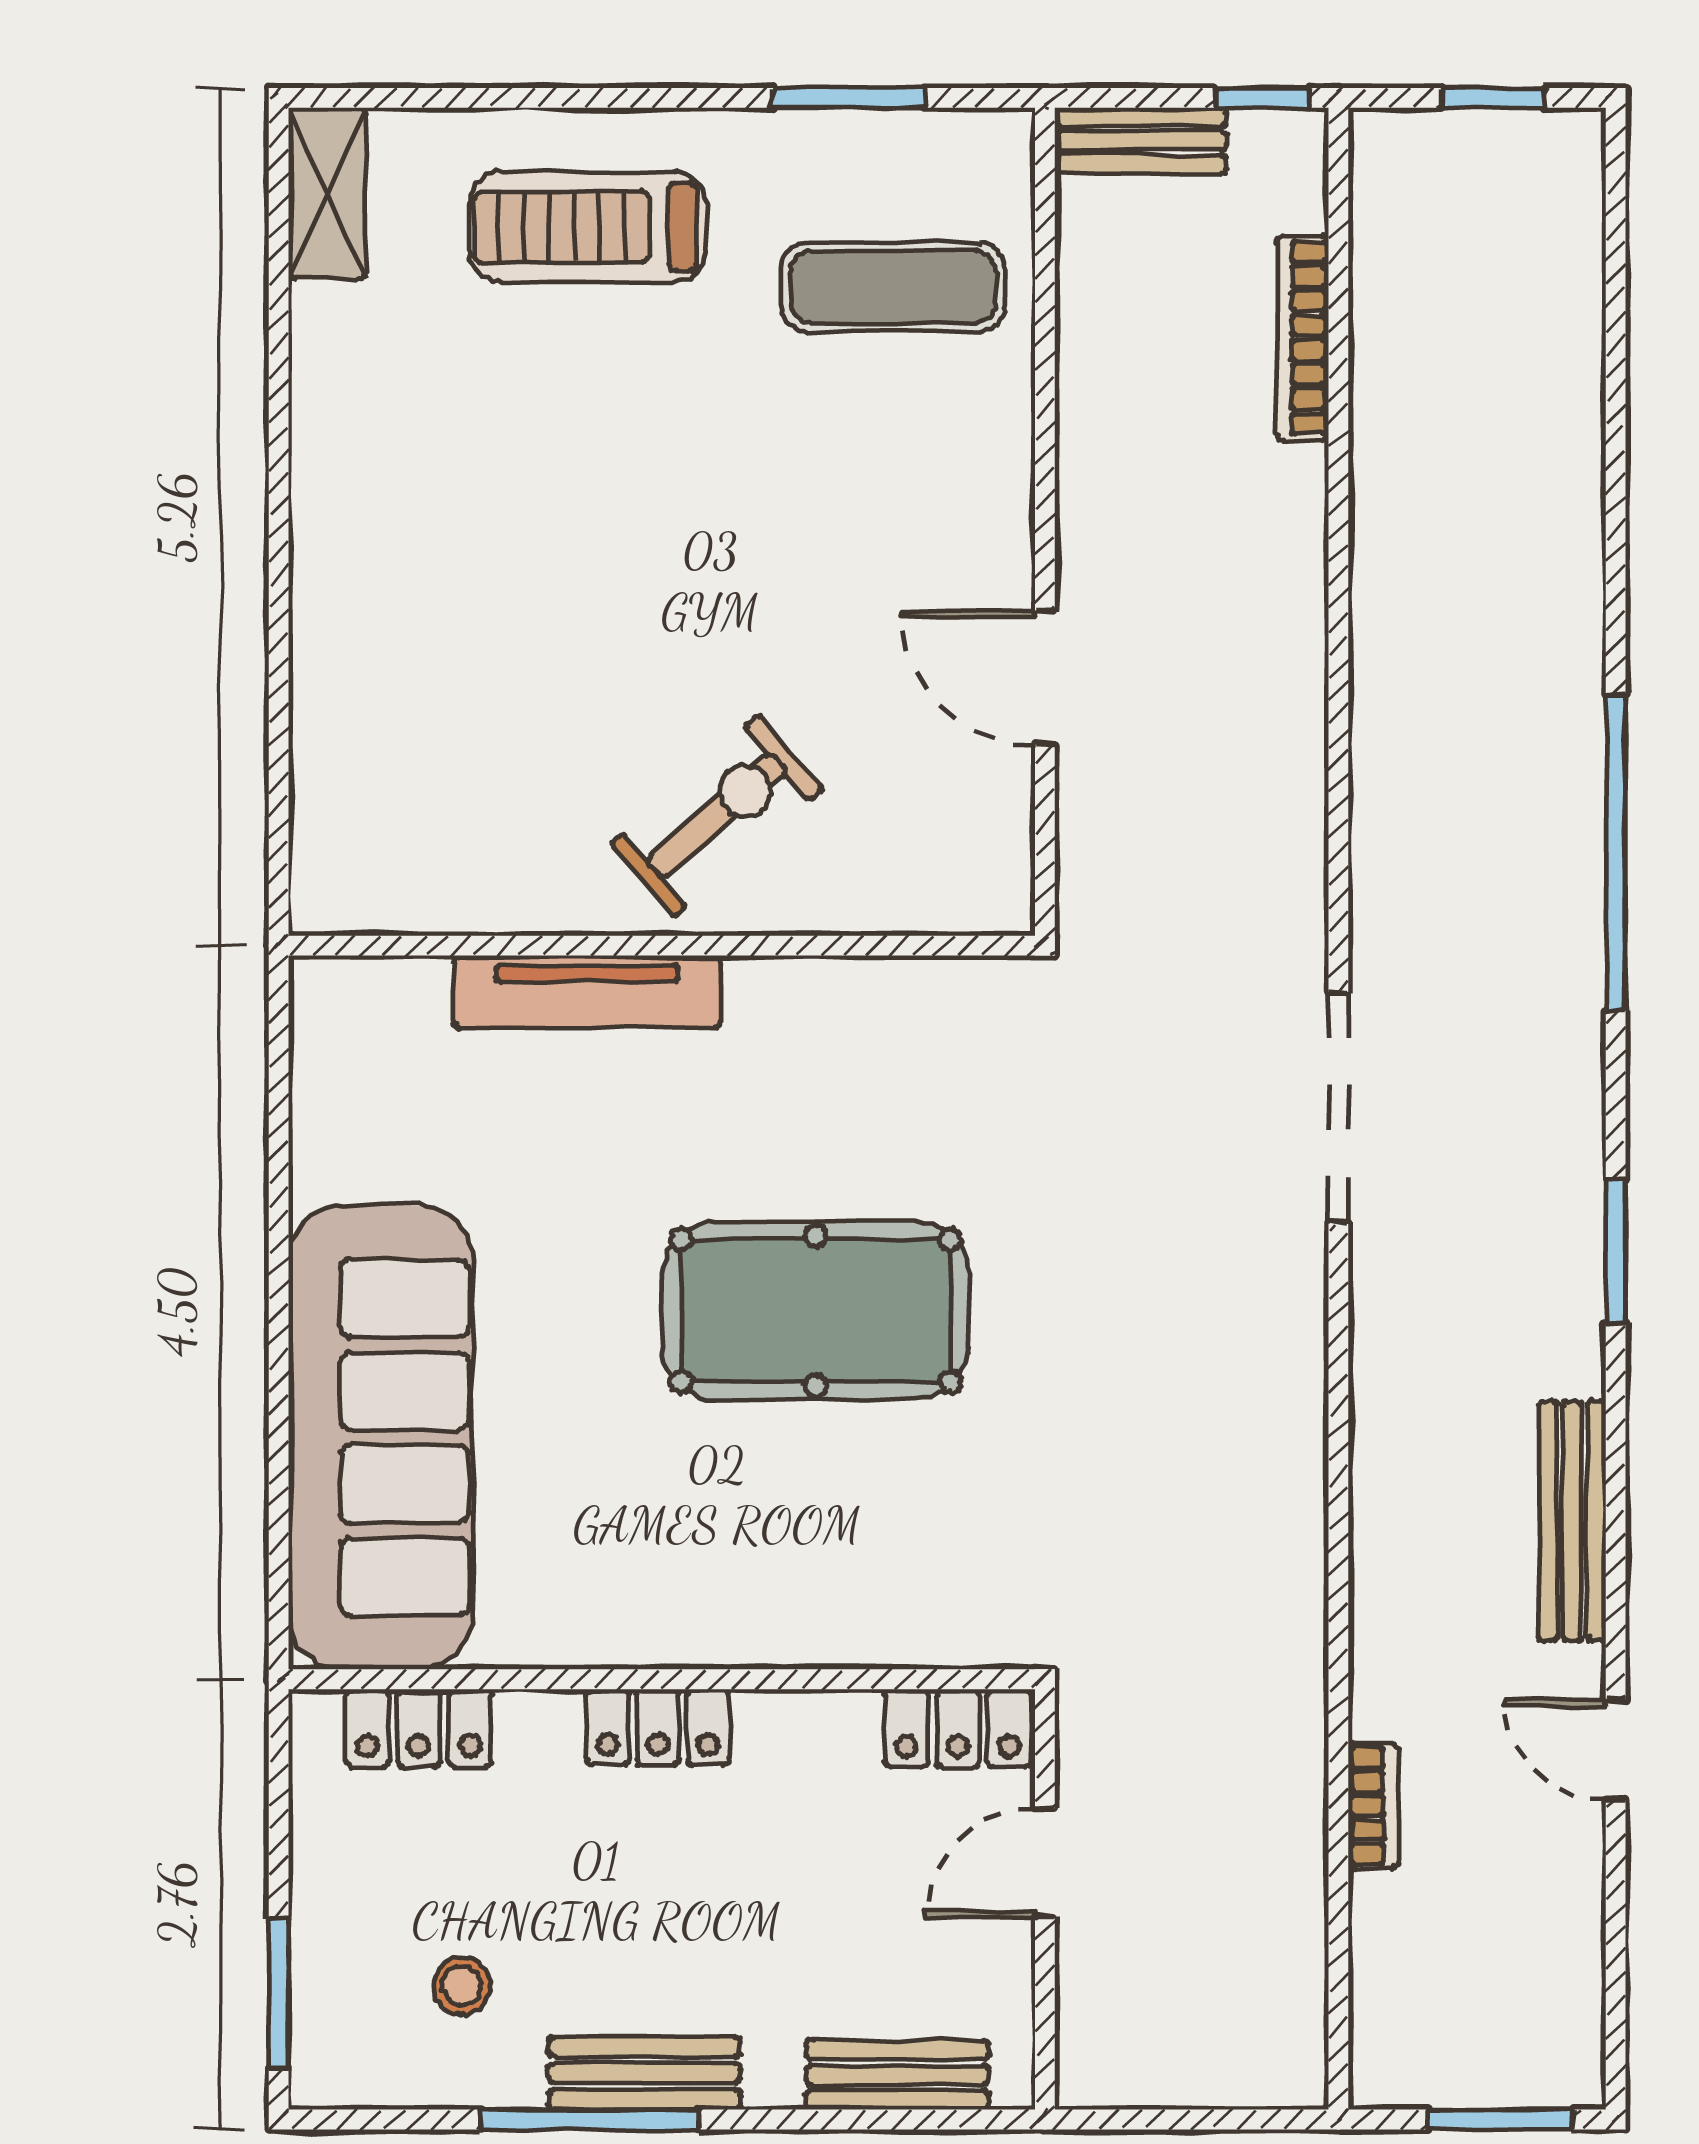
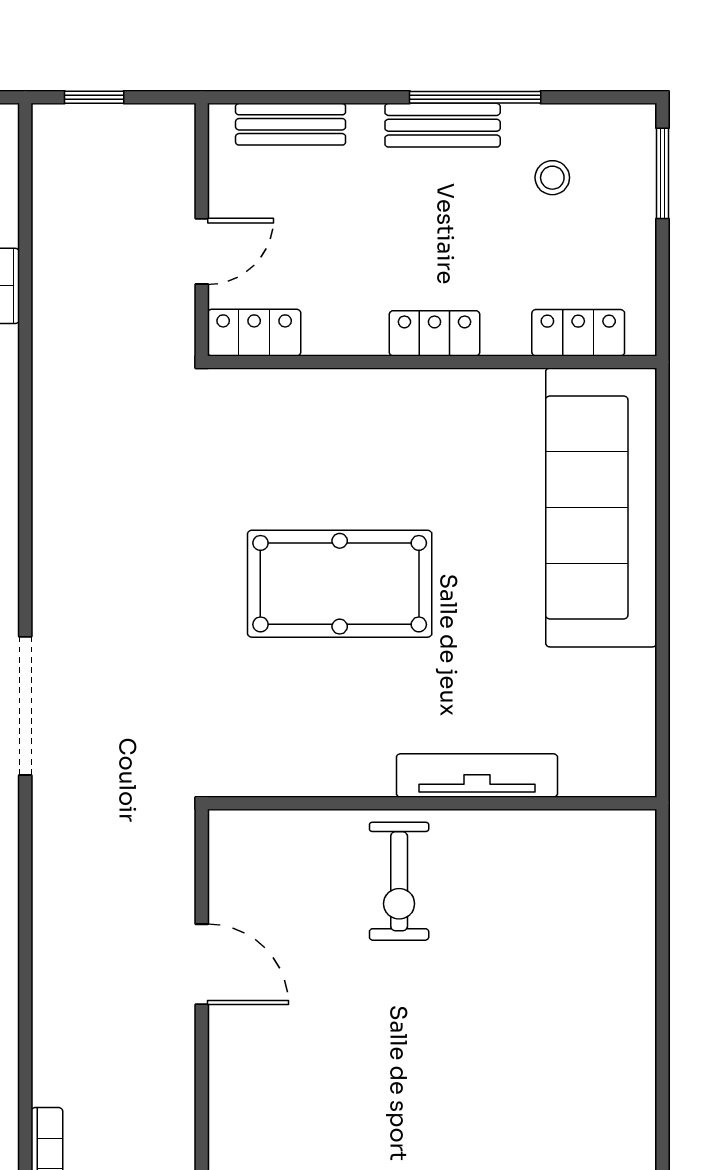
exercise bike: (717, 816) -> (399, 881), turned -49
window: (1224, 2119) -> (94, 97), added

